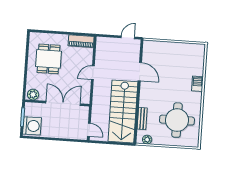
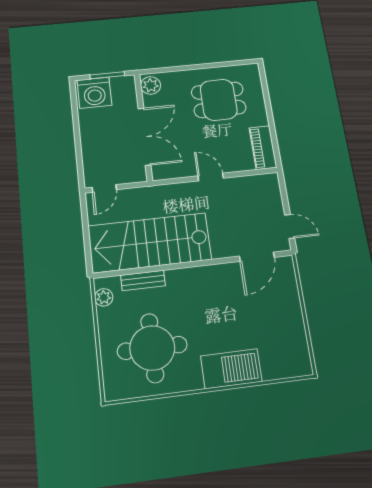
door: (140, 72) -> (257, 257), moved
barbecue: (197, 84) -> (231, 369), width x1.88, depth x1.53

